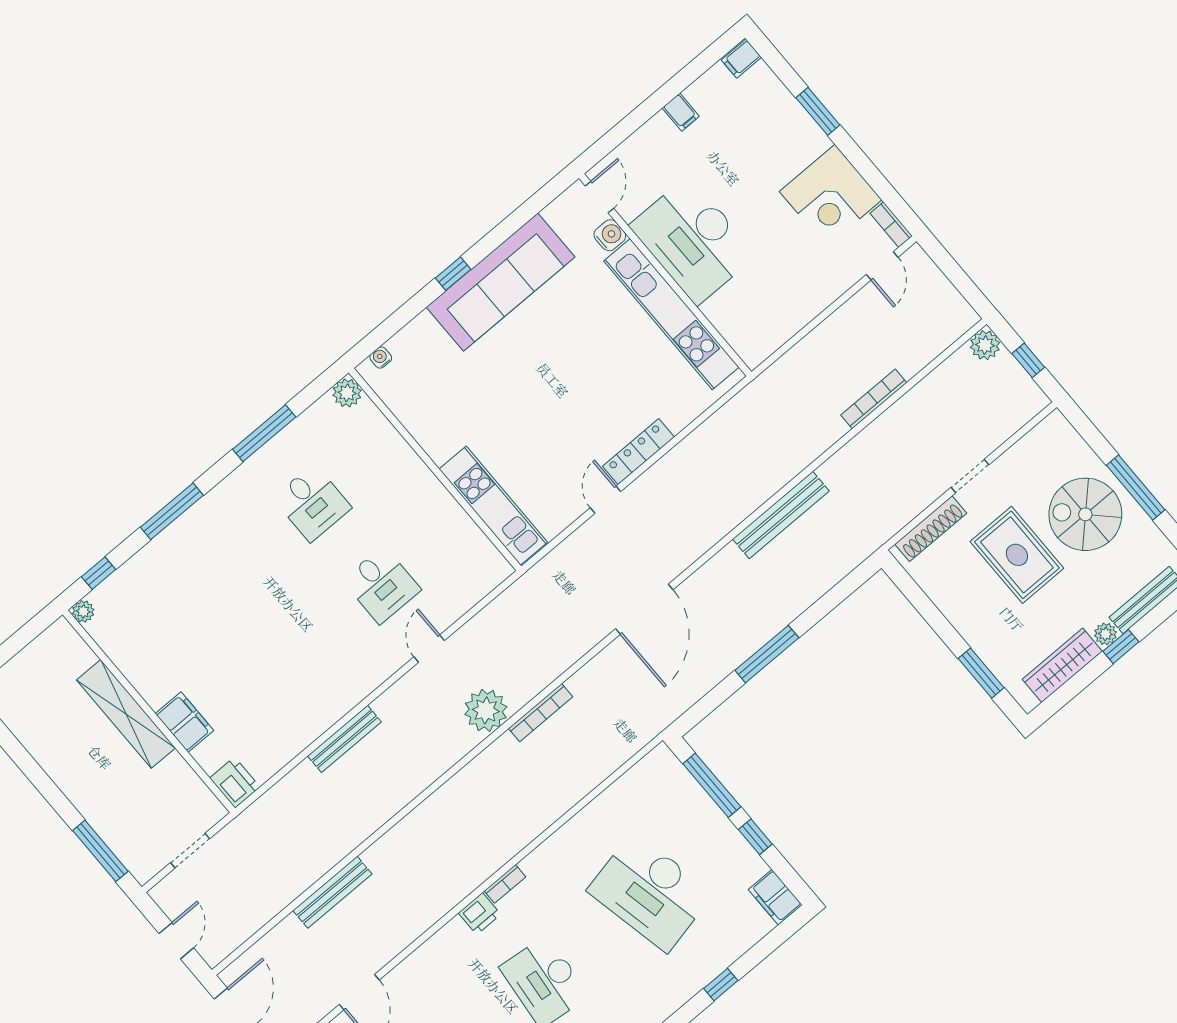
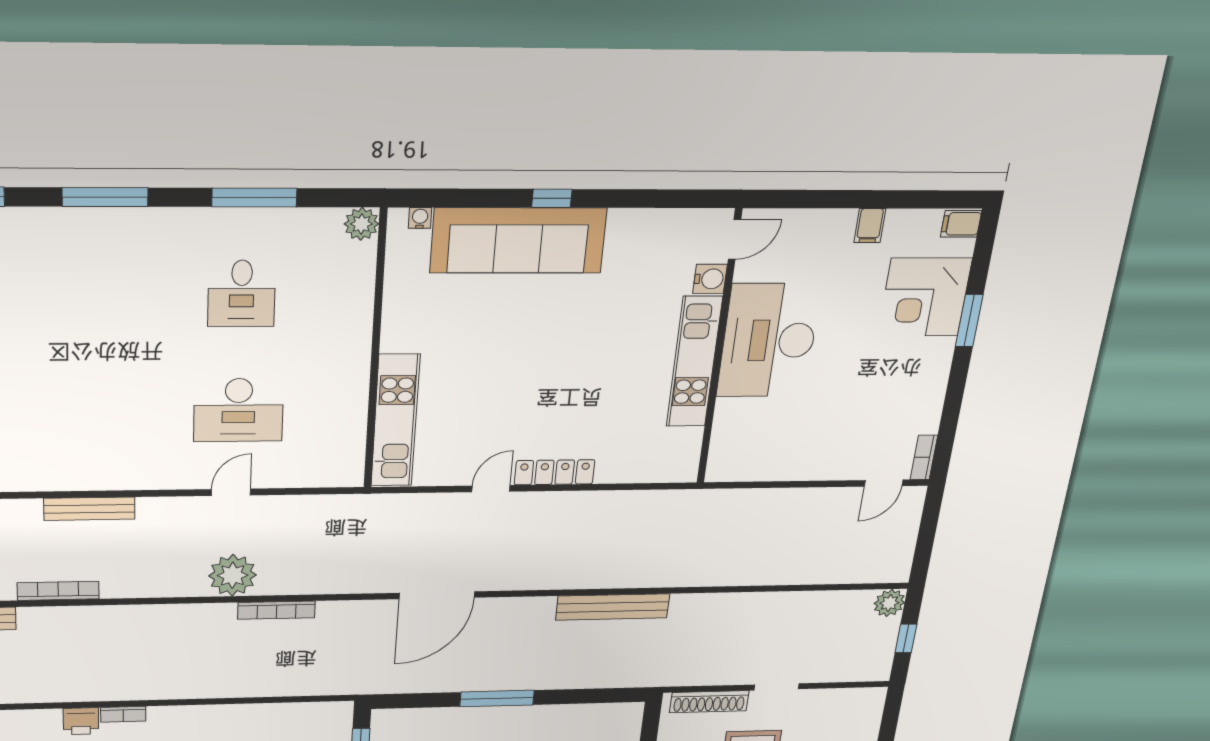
corner desk: (831, 196) -> (925, 297), moved
sofa: (501, 282) -> (518, 240), moved
kitchen unit: (671, 314) -> (694, 362), width x0.73
bookcase: (874, 399) -> (58, 591), moved
desk: (382, 585) -> (238, 410), width x1.37

